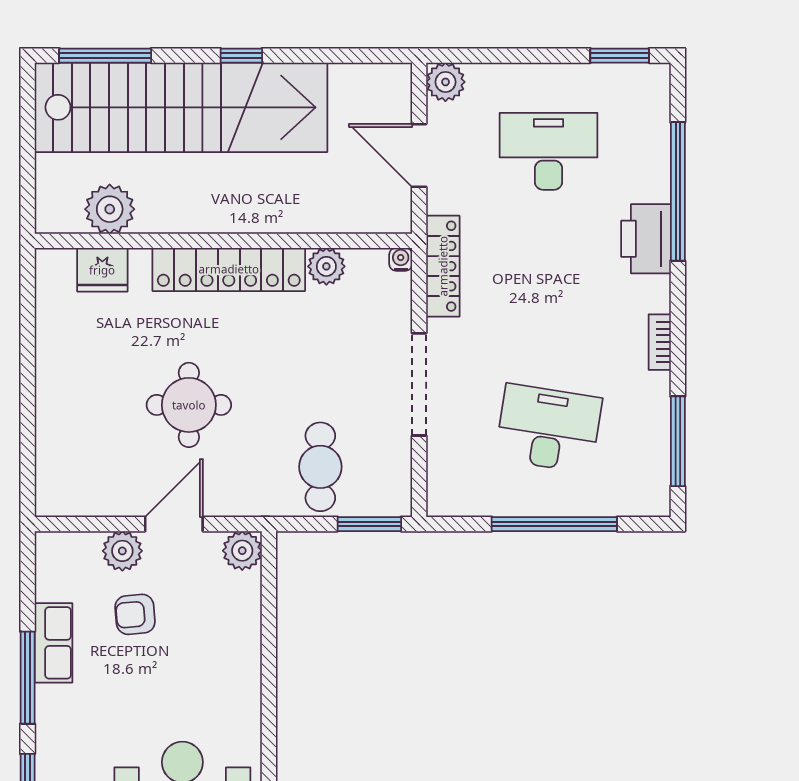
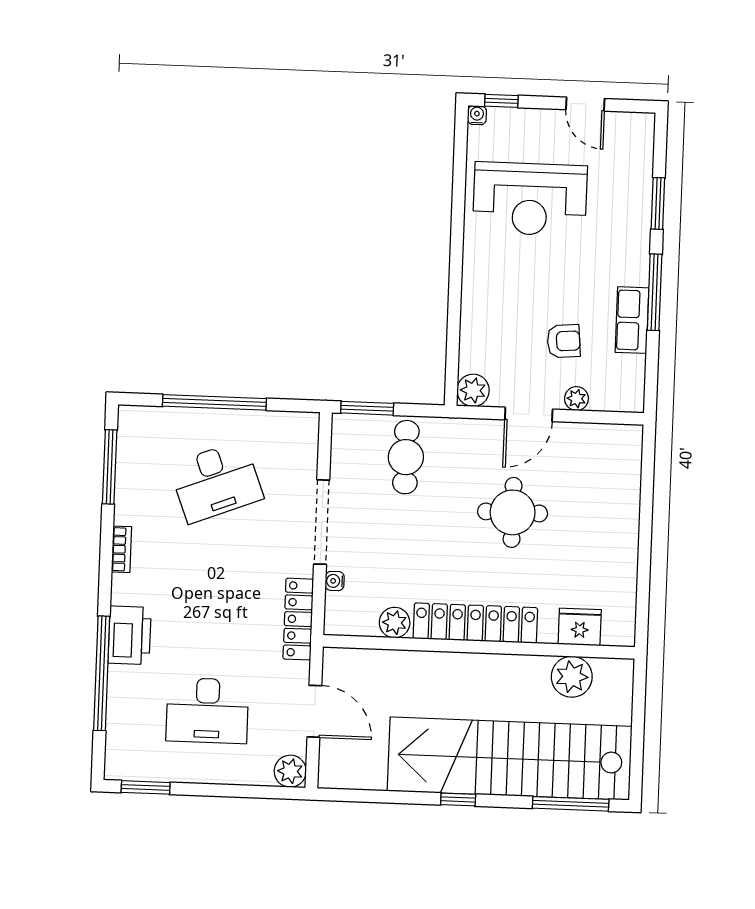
water cooler: (401, 259) -> (335, 581), moved, turned 90
desk: (548, 428) -> (216, 482), turned -30
plant: (122, 551) -> (576, 399), width x0.73, depth x0.73

